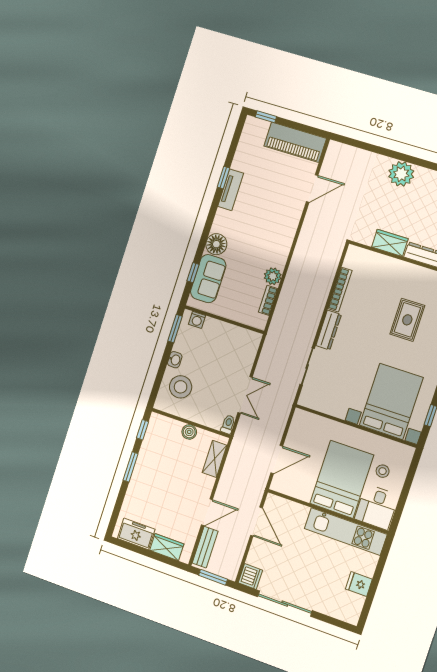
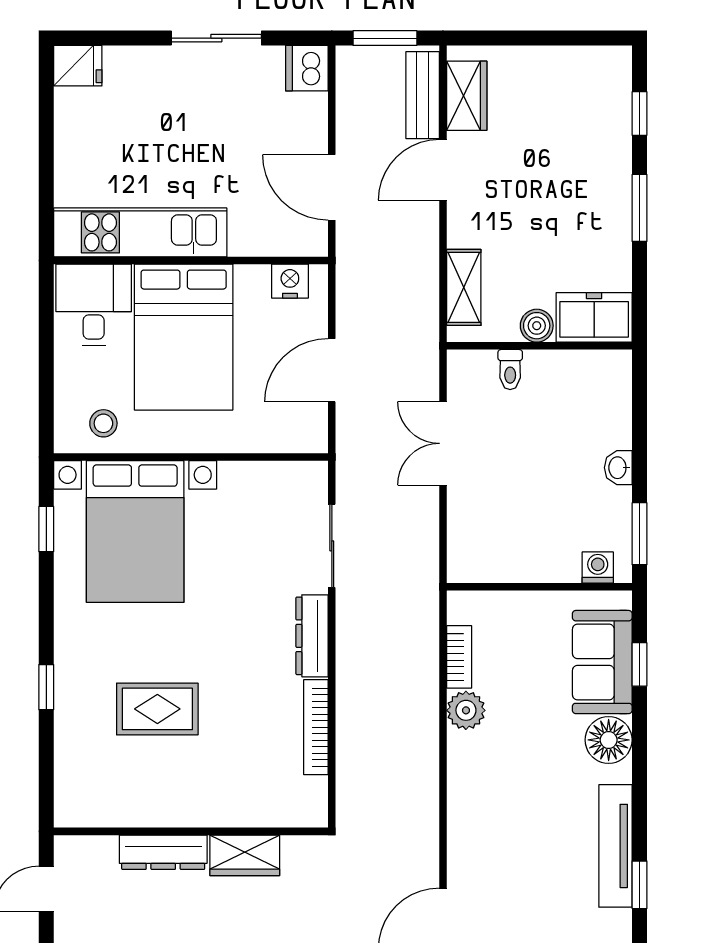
tv unit: (231, 190) -> (615, 846), width x1.41
rug: (407, 320) -> (157, 709), turned 90
stool: (181, 387) -> (587, 414), removed
toilet: (228, 424) -> (510, 370), moved
window: (142, 430) -> (639, 113), moved
door: (277, 459) -> (332, 370), moved
stool: (383, 471) -> (103, 423), moved
nightstand: (288, 487) -> (290, 281), added
freezer: (136, 534) -> (594, 317), moved, turned 180
wardrobe: (167, 547) -> (467, 96), moved, turned -90
fridge: (359, 584) -> (78, 66), moved
sliding door: (285, 604) -> (216, 38), width x0.73

